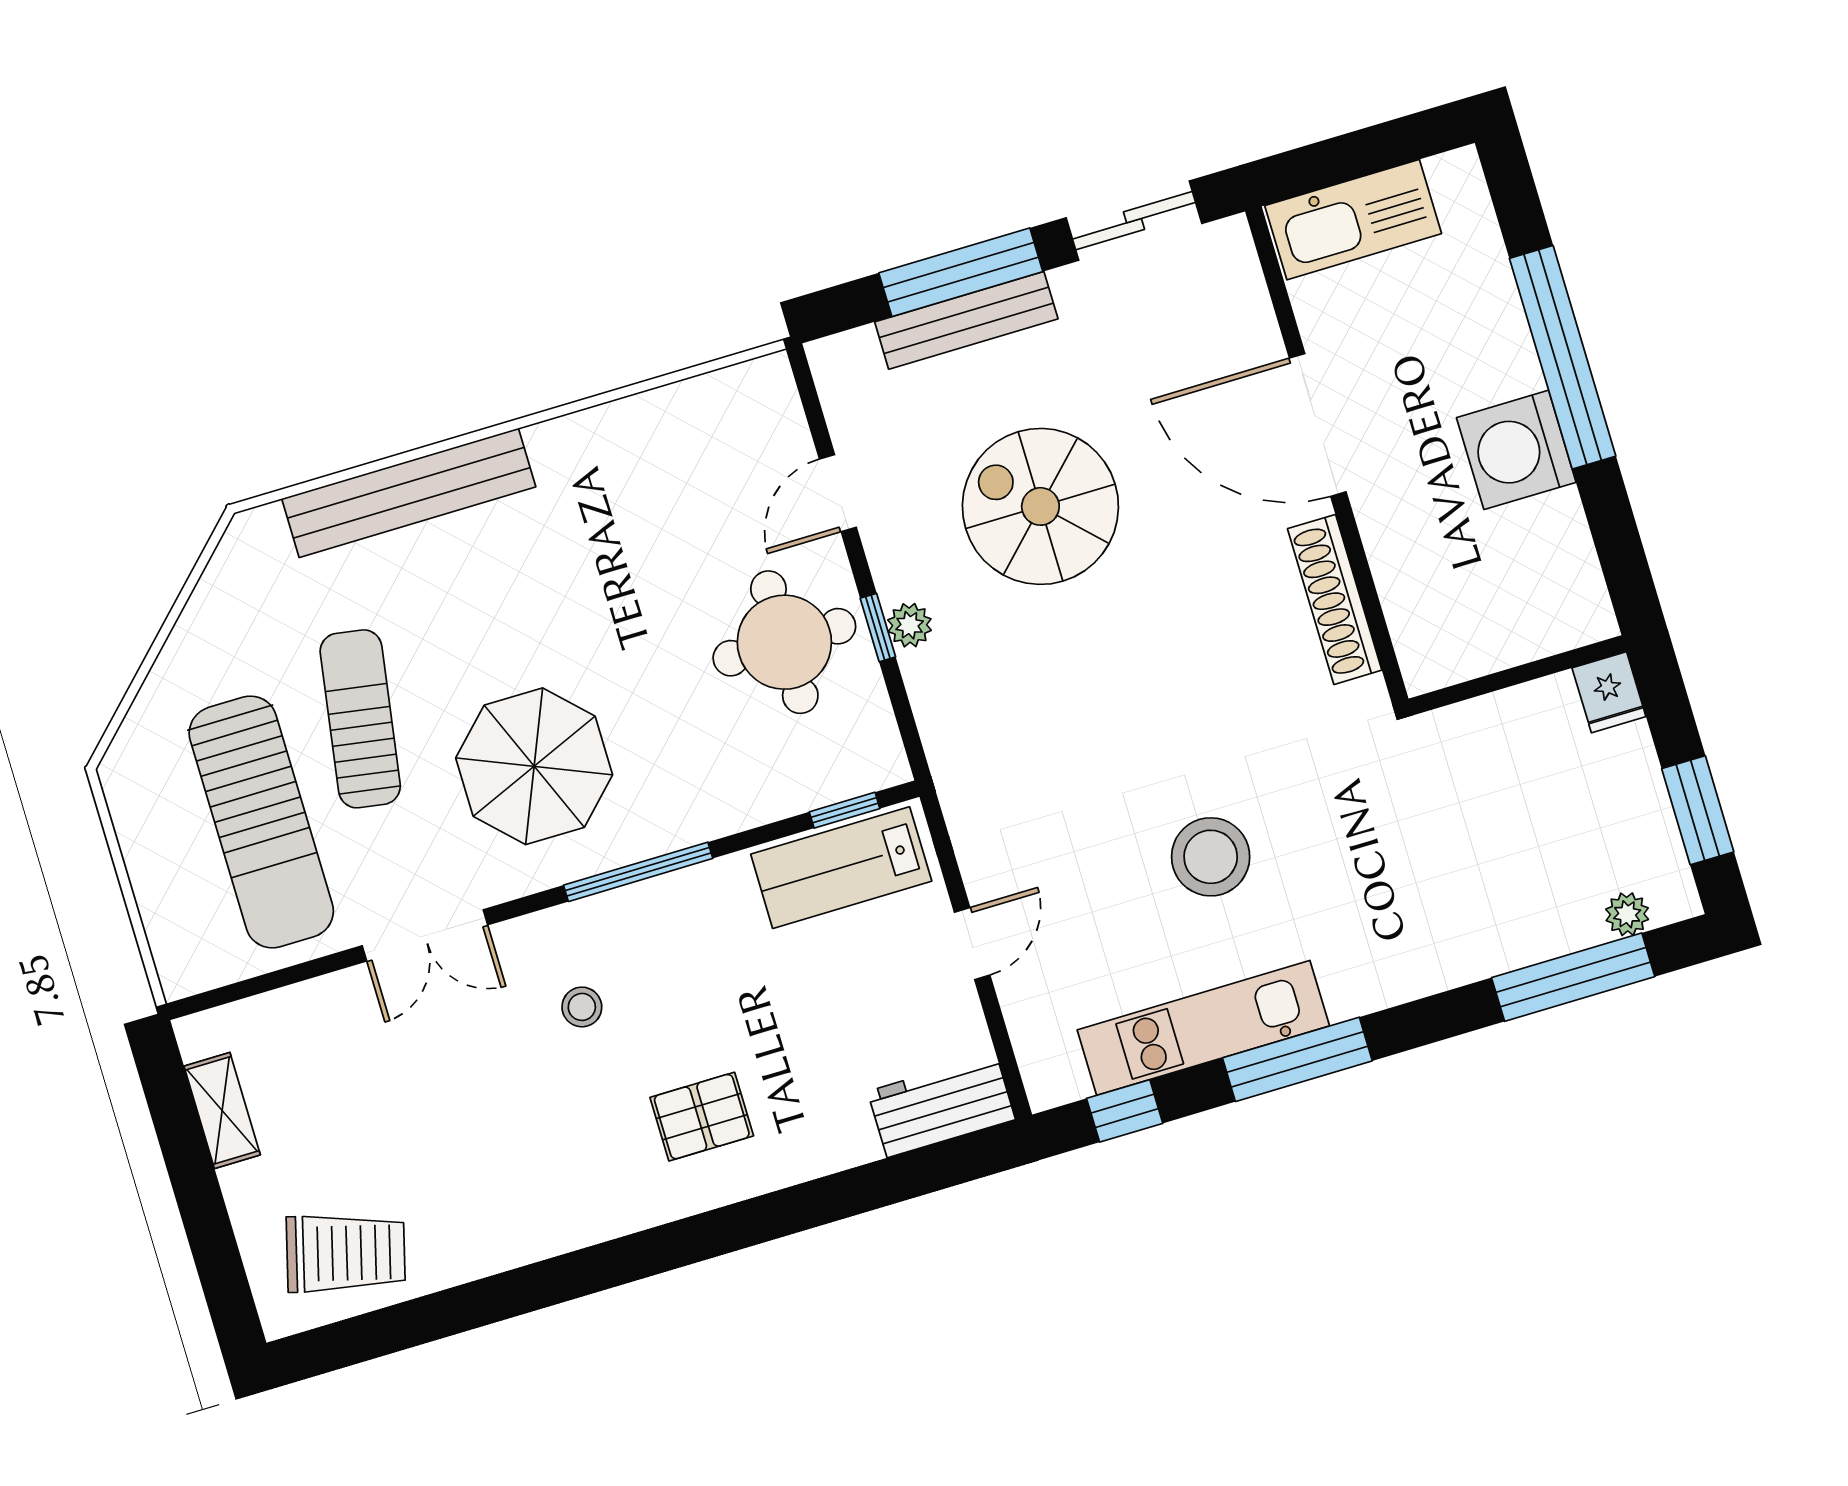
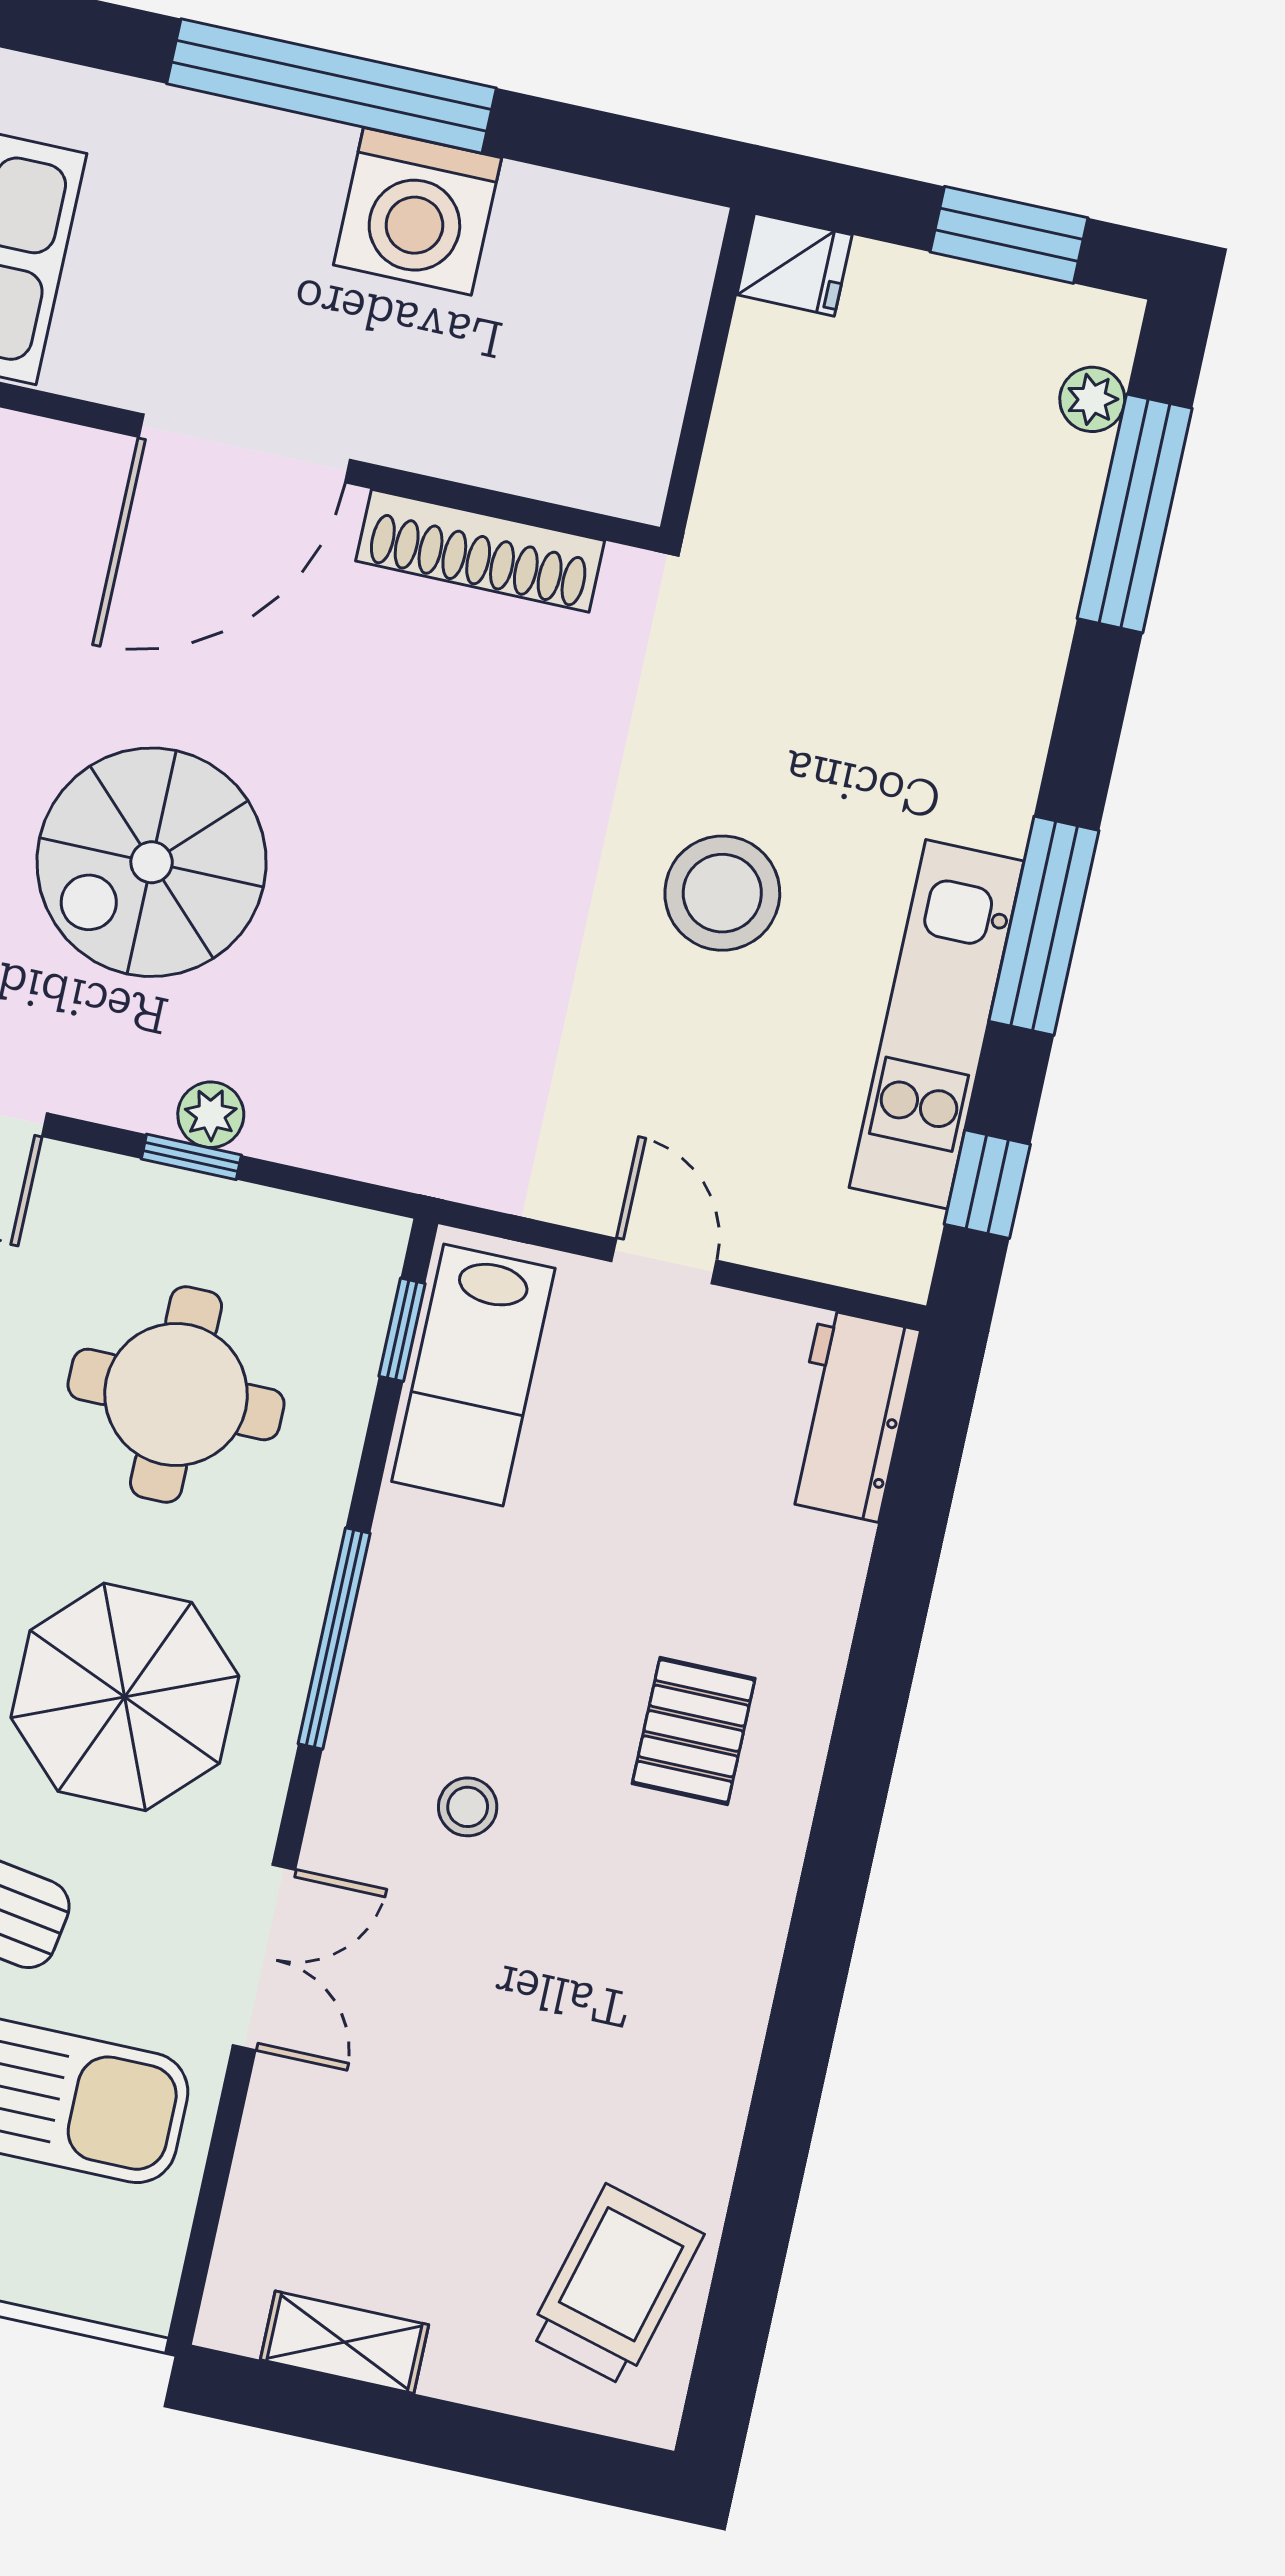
round table: (784, 642) -> (176, 1394), moved

